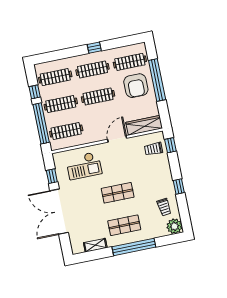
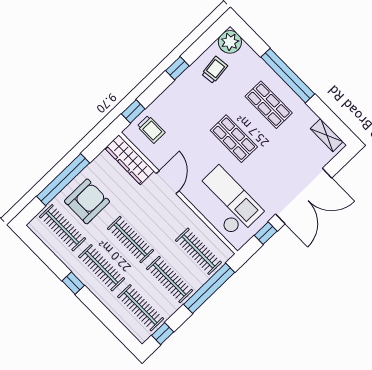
window: (35, 92) -> (163, 334), moved
door: (117, 139) -> (168, 182), swing flipped
checkout: (84, 166) -> (227, 202), width x1.36, depth x1.21
shelving: (95, 245) -> (327, 135), moved

